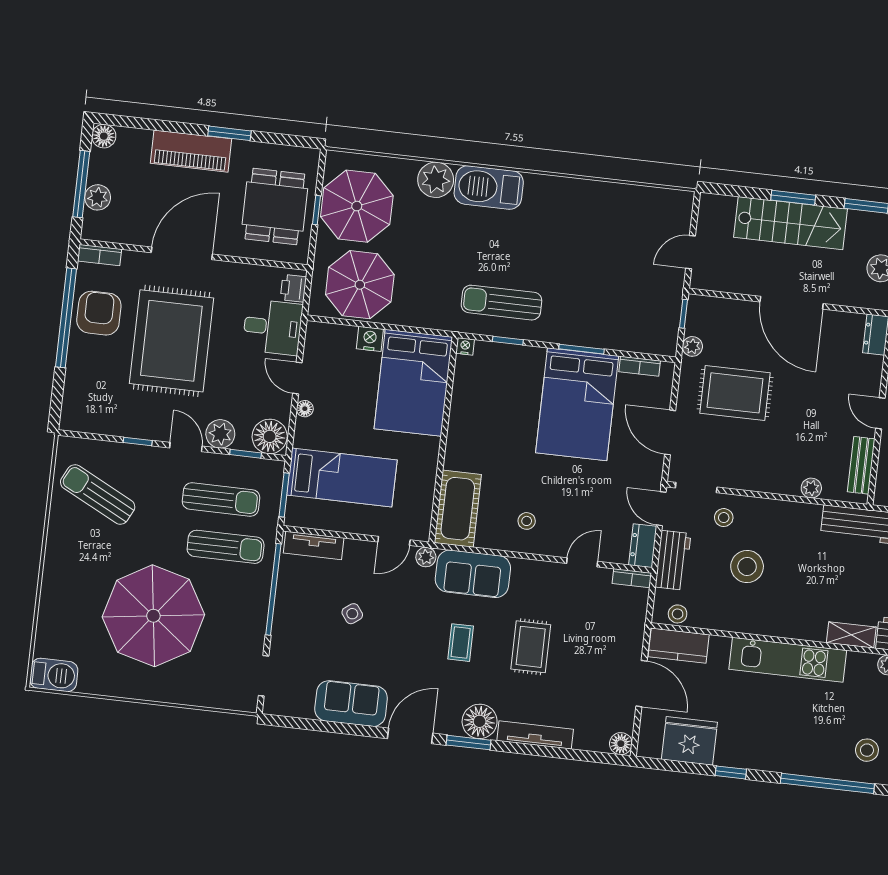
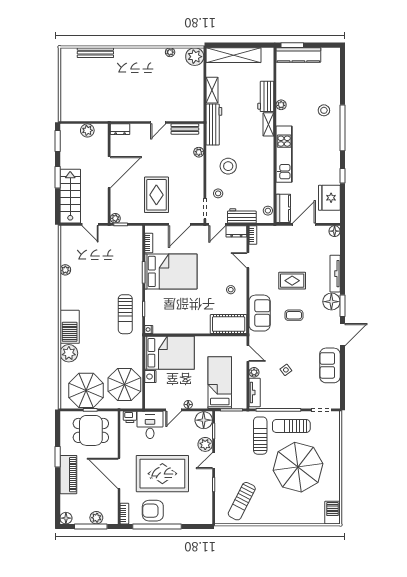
plant: (605, 192) -> (65, 270), added
stairs: (791, 223) -> (70, 196), moved
plant: (692, 346) -> (115, 218), moved
sun lounger: (221, 500) -> (291, 426), moved, turned -90
plant: (426, 557) -> (254, 372), moved
stool: (747, 566) -> (228, 166), moved
door: (410, 736) -> (342, 335), swing flipped

